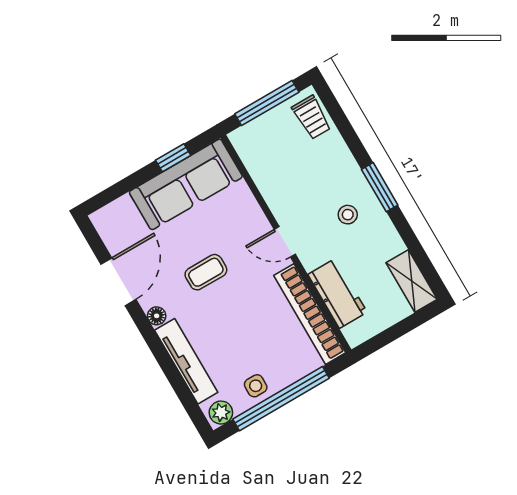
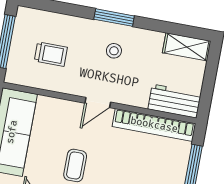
trolley: (312, 117) -> (51, 54), moved
workbench: (337, 293) -> (175, 101), moved

